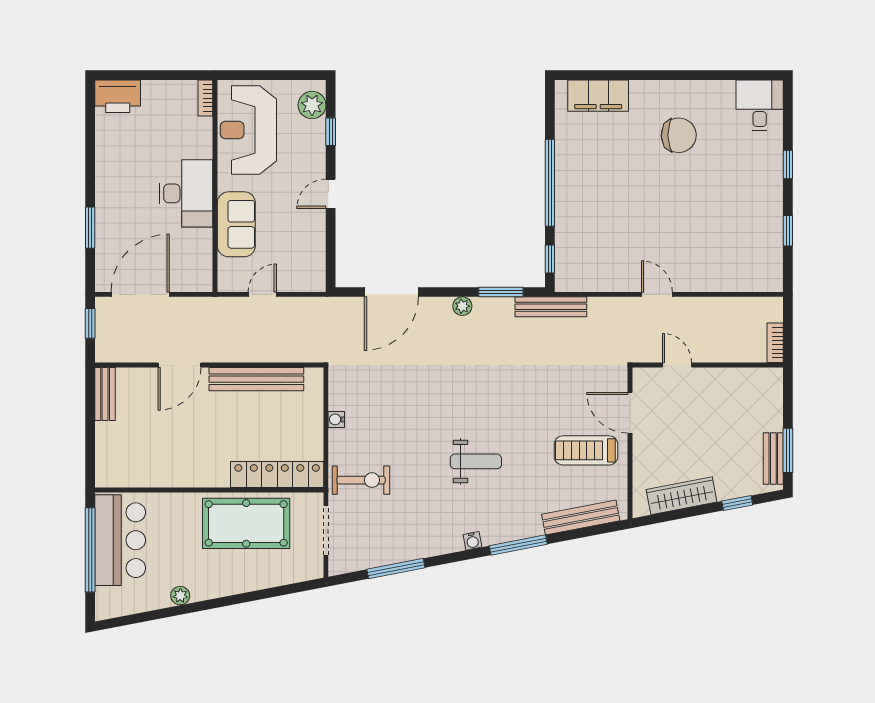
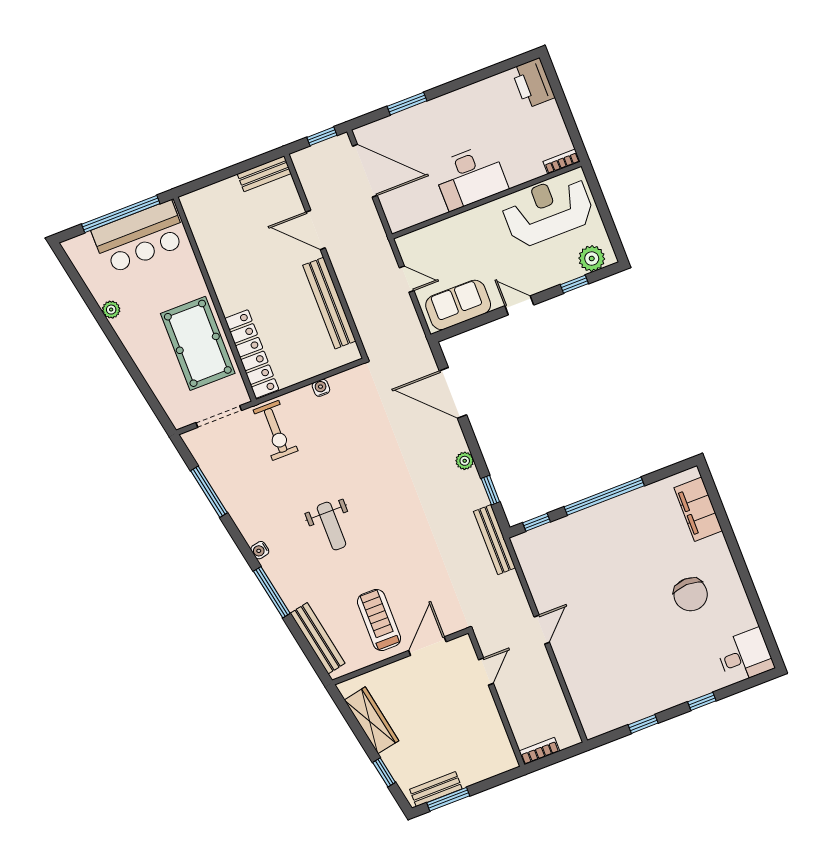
sofa: (236, 224) -> (458, 305), moved, turned 180
window: (501, 292) -> (490, 490), width x0.67

